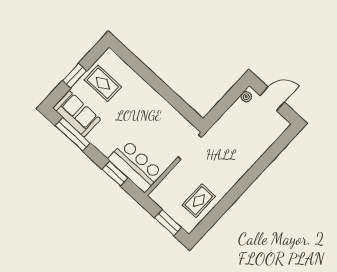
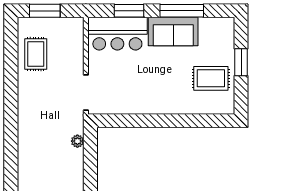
plant: (246, 97) -> (77, 141), moved
sofa: (77, 114) -> (173, 32), moved
window: (73, 134) -> (182, 11), moved

